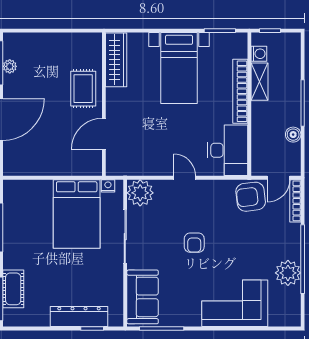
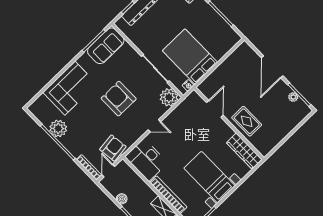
armchair: (194, 243) -> (119, 99), width x1.88, depth x1.88
sofa: (143, 297) -> (106, 46), moved, turned -90

